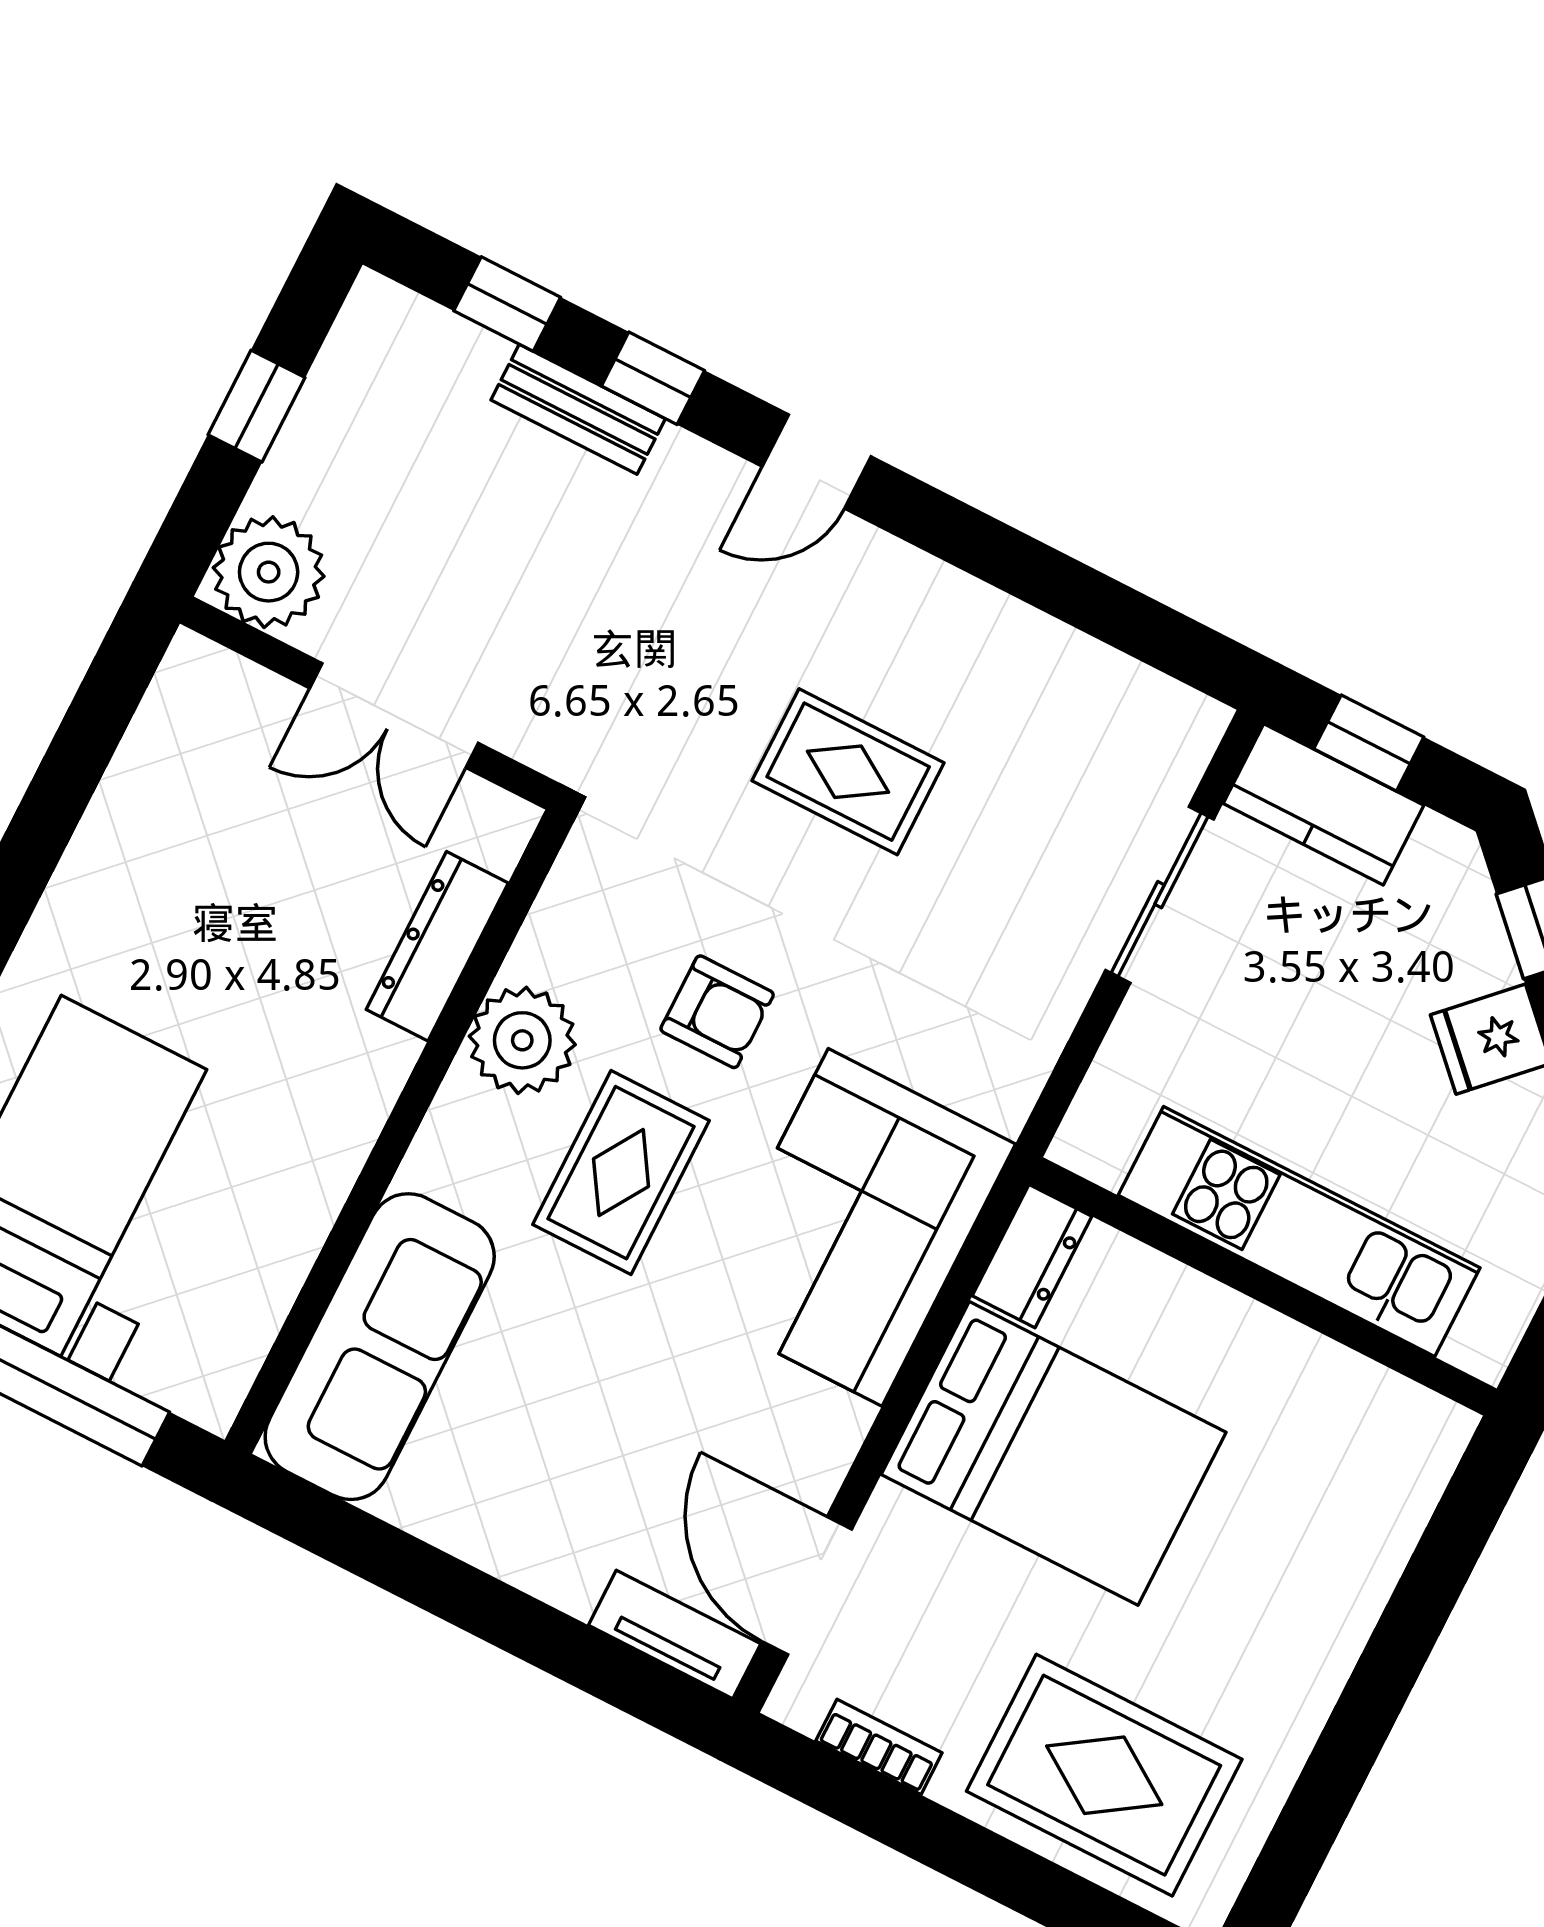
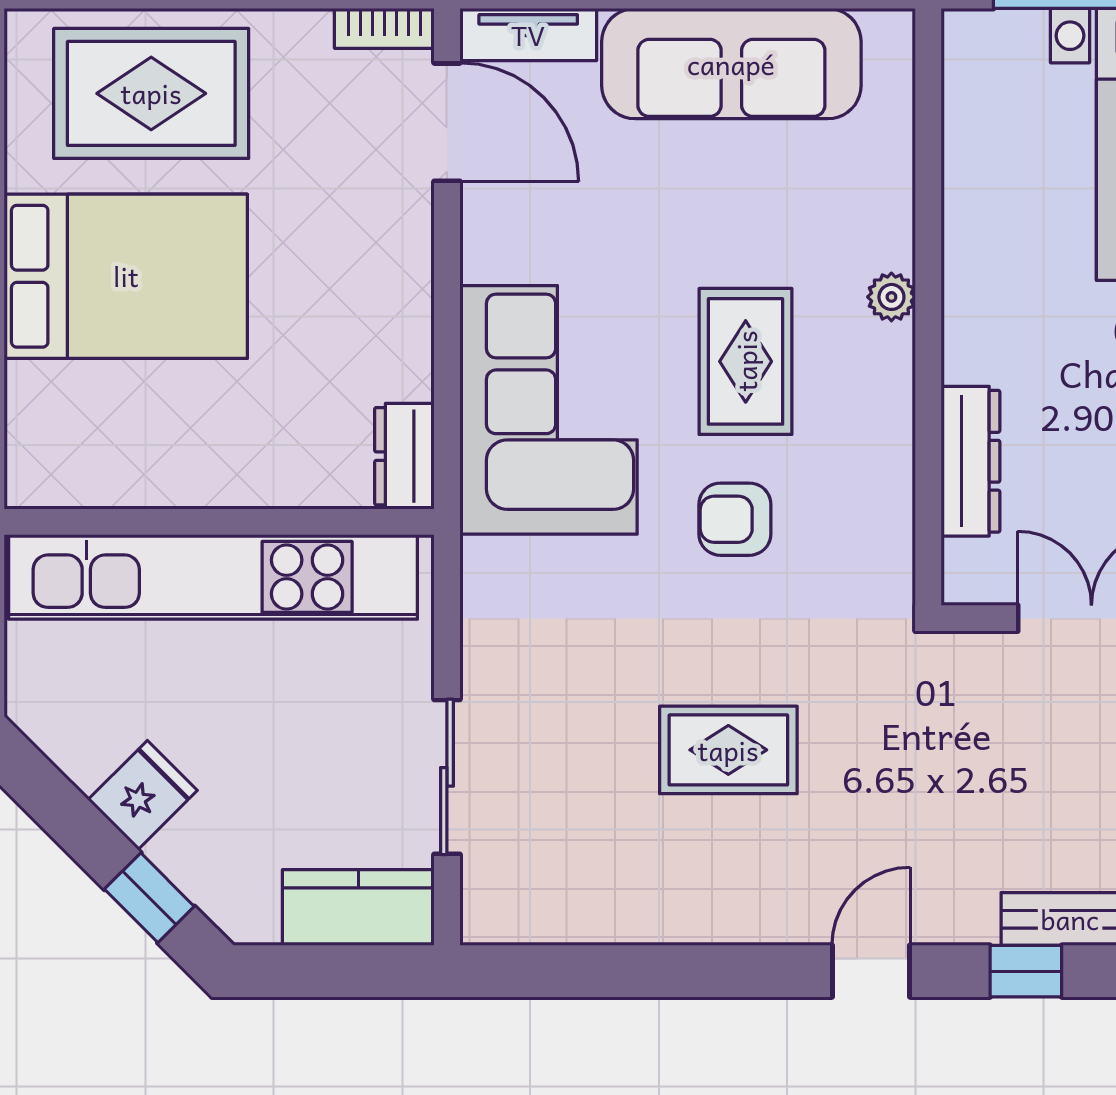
window: (1369, 743) -> (348, 971), removed
plant: (522, 1040) -> (891, 297), moved, width x0.53, depth x0.53
kitchen unit: (1299, 1231) -> (213, 577), width x1.36
sofa: (380, 1347) -> (731, 64), moved, turned -90
bed: (1054, 1453) -> (126, 276), moved, turned 180
bookcase: (879, 1747) -> (384, 28), moved

